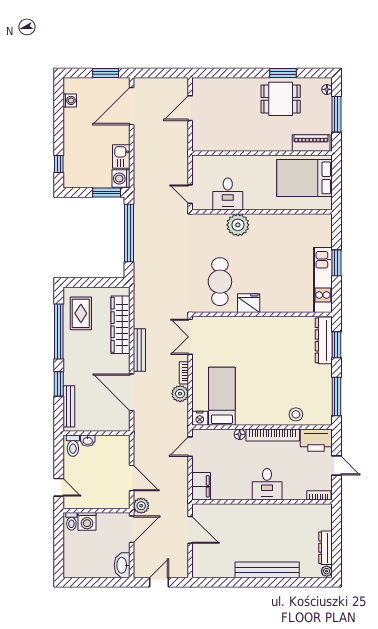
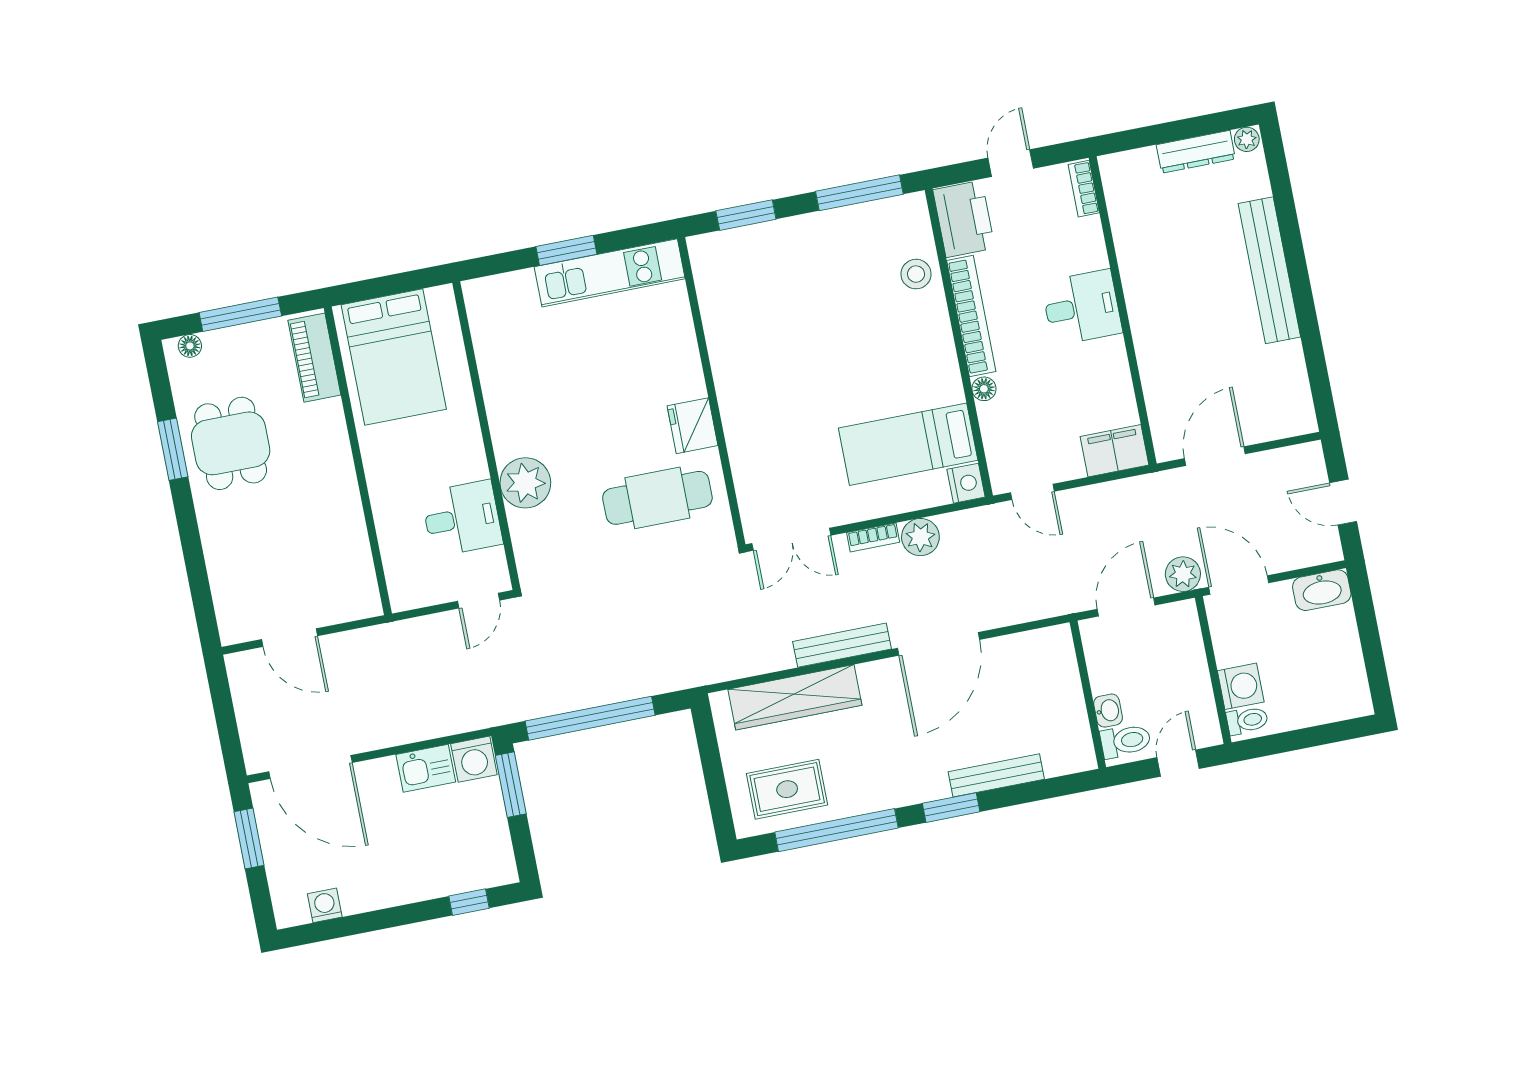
dresser: (324, 340) -> (742, 245), removed
wall: (96, 433) -> (1088, 695), moved
washbasin: (88, 441) -> (1108, 711), moved
toilet: (73, 446) -> (1125, 741), moved

